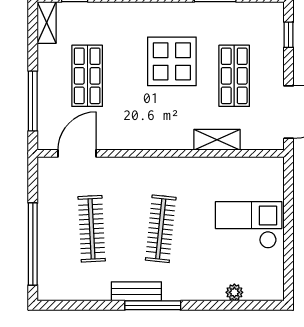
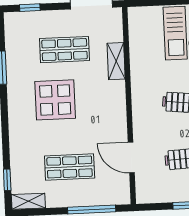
door: (77, 153) -> (131, 158), moved

